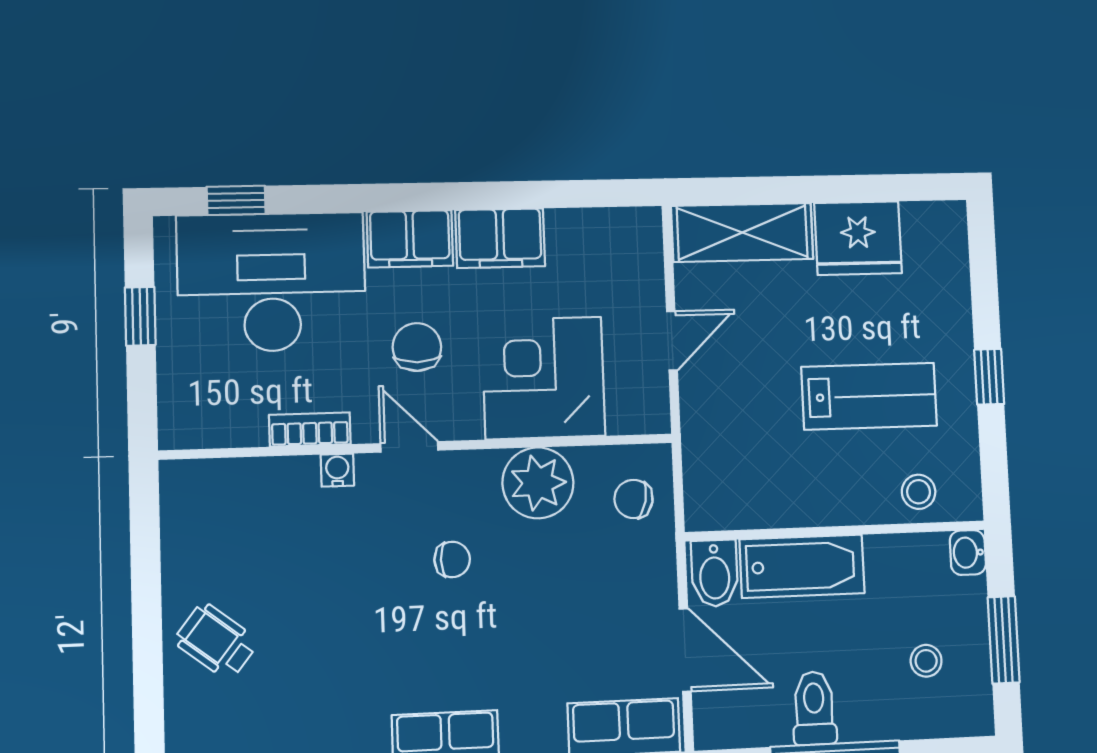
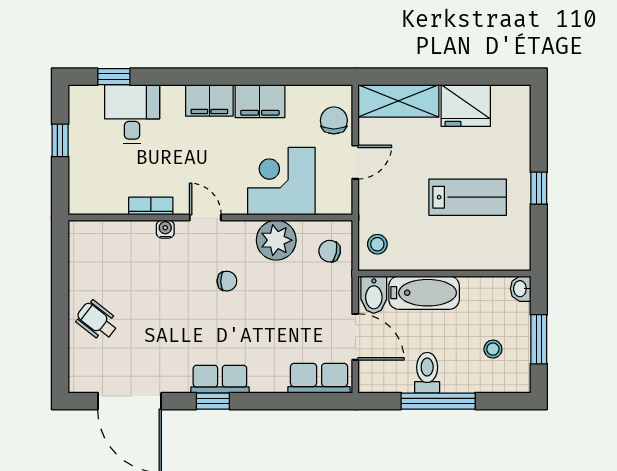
desk: (272, 282) -> (132, 114), width x0.53, depth x0.77
chair: (417, 347) -> (334, 120), moved
stool: (919, 492) -> (377, 244), moved

